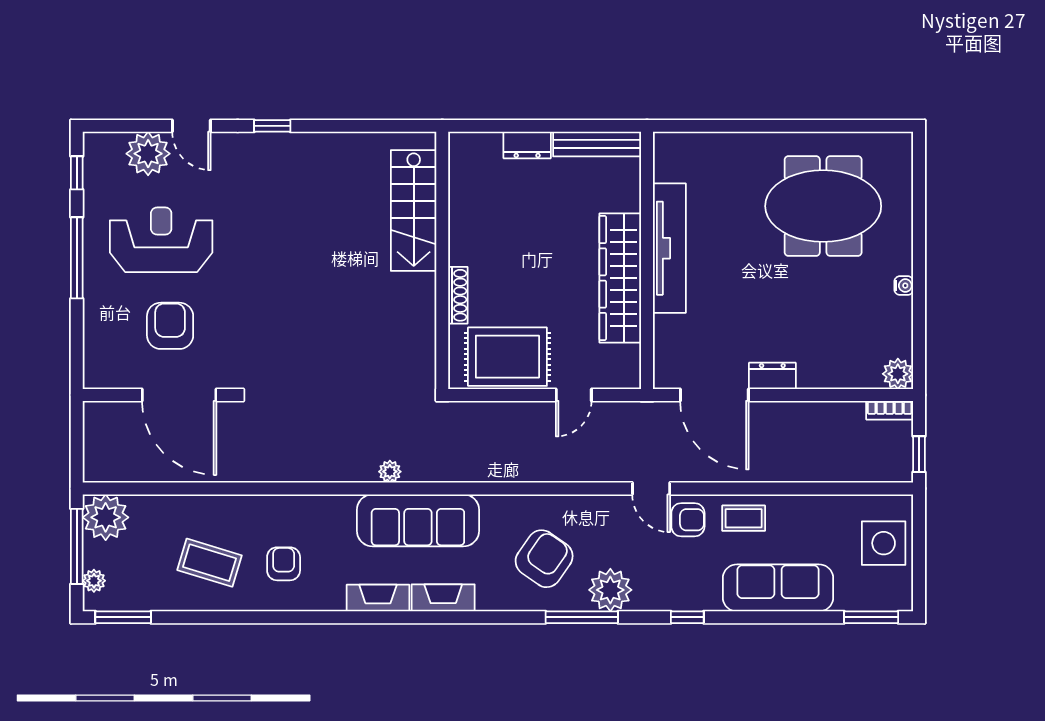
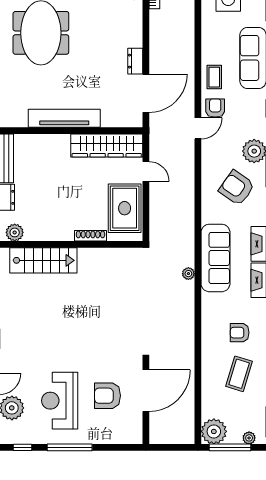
plant: (464, 159) -> (15, 232), added
wardrobe: (620, 278) -> (107, 146), moved

